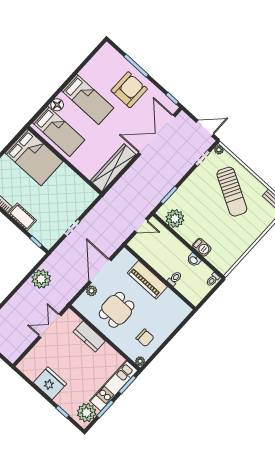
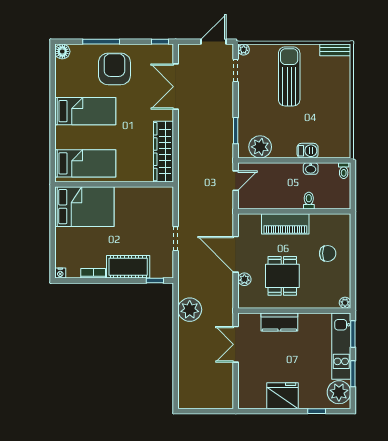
floor lamp: (57, 105) -> (62, 51), moved
double door: (157, 135) -> (176, 87), width x0.73
sun lounger: (232, 192) -> (289, 76), turned -119
cot: (22, 217) -> (128, 267), width x1.37, depth x1.34
chair: (145, 338) -> (328, 253), moved

